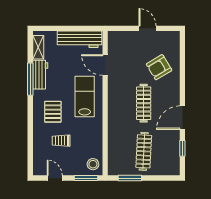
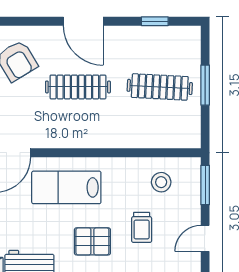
door: (182, 118) -> (83, 21), moved
stool: (93, 164) -> (161, 182), moved
window: (130, 178) -> (205, 85), moved

